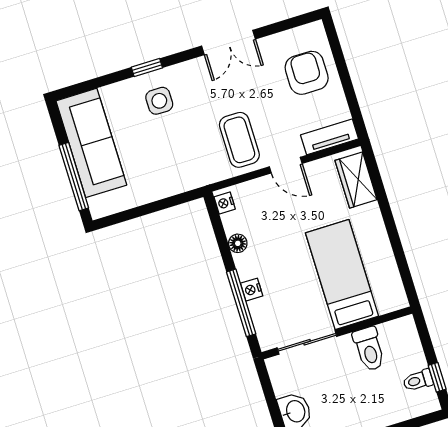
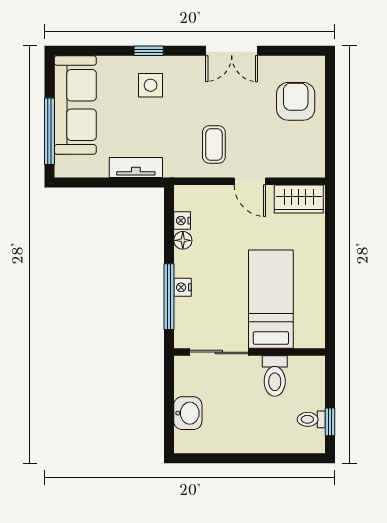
tv unit: (329, 137) -> (136, 167), moved
coffee table: (239, 140) -> (214, 144), width x0.73, depth x0.77
wardrobe: (356, 180) -> (299, 199), moved, turned -90
nightstand: (225, 203) -> (182, 221), moved

